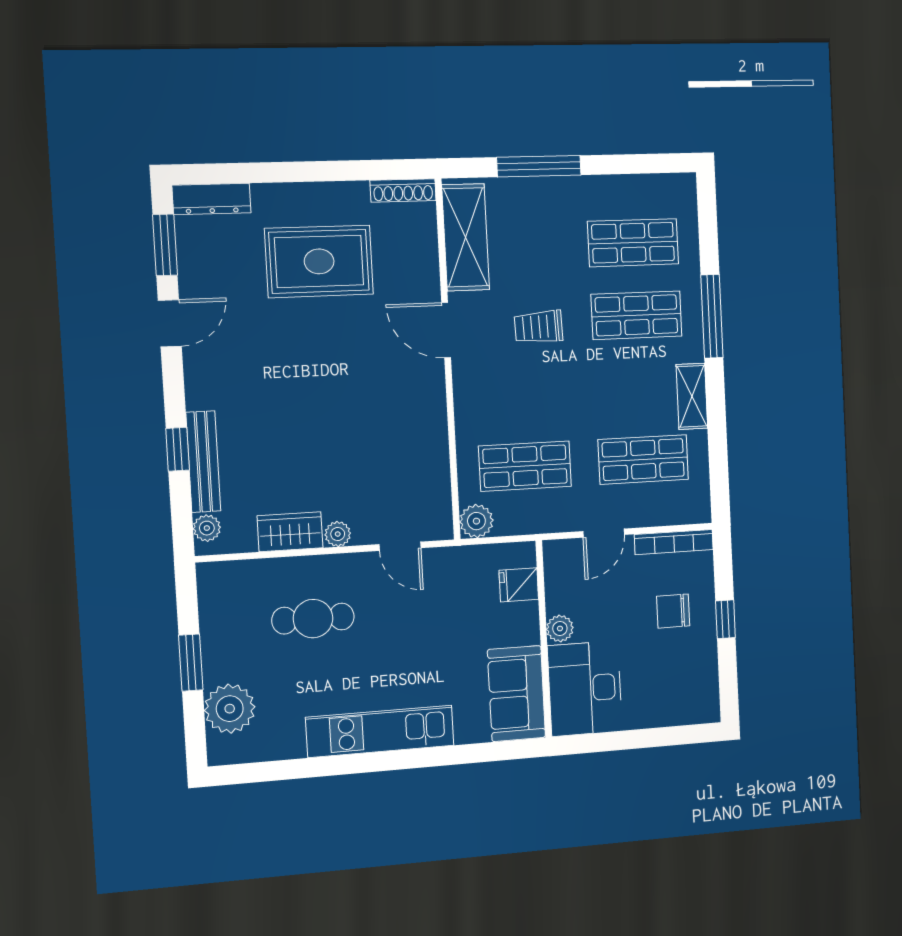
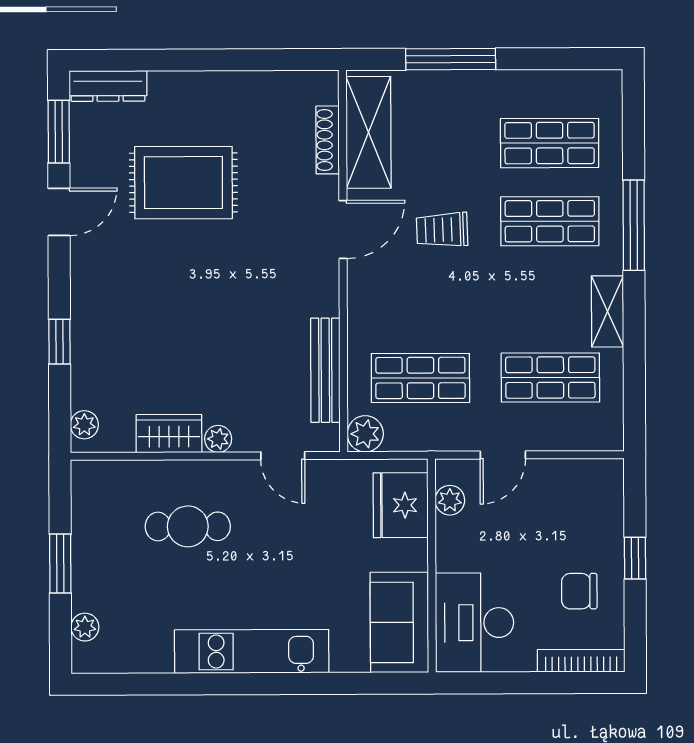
shoe rack: (403, 190) -> (328, 140), moved, turned 90
rug: (319, 261) -> (183, 183), moved
door: (446, 330) -> (343, 229), swing flipped
bench: (203, 462) -> (325, 370), moved
bookcase: (674, 542) -> (581, 661), moved, turned 180
fridge: (519, 585) -> (401, 505), width x1.88, depth x1.34
chair: (673, 611) -> (579, 591), moved
plant: (560, 628) -> (450, 500), moved
plant: (230, 709) -> (85, 627), width x0.53, depth x0.53

